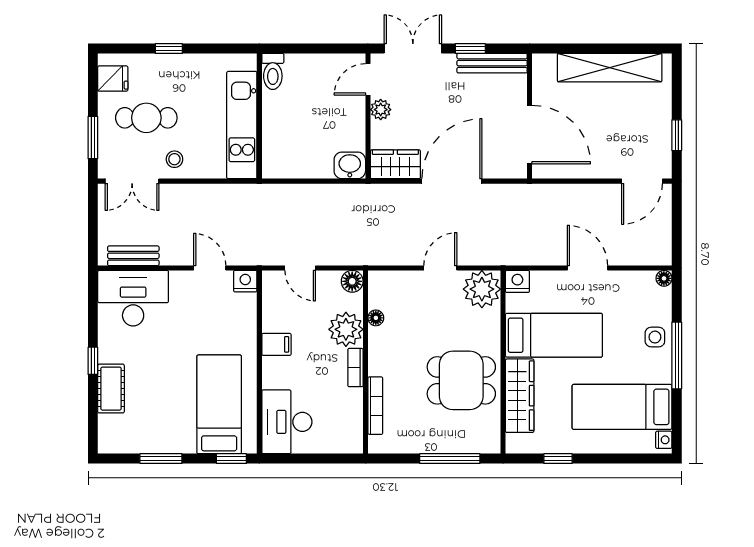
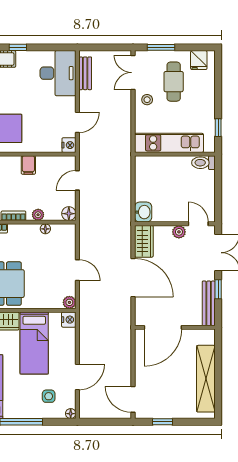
window: (169, 48) -> (218, 128), moved
door: (587, 268) -> (77, 377), moved
plant: (482, 289) -> (69, 302), width x0.53, depth x0.53
plant: (346, 329) -> (38, 215), width x0.53, depth x0.53
side table: (655, 337) -> (49, 396), moved

